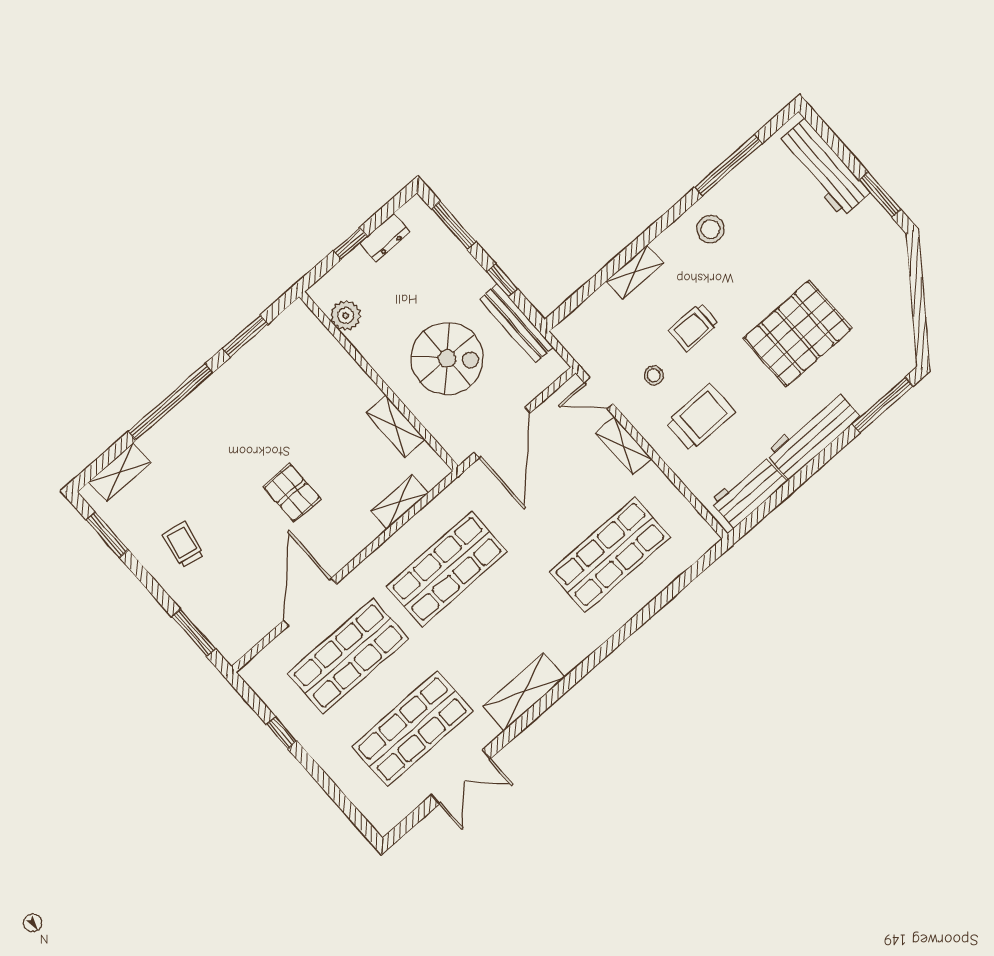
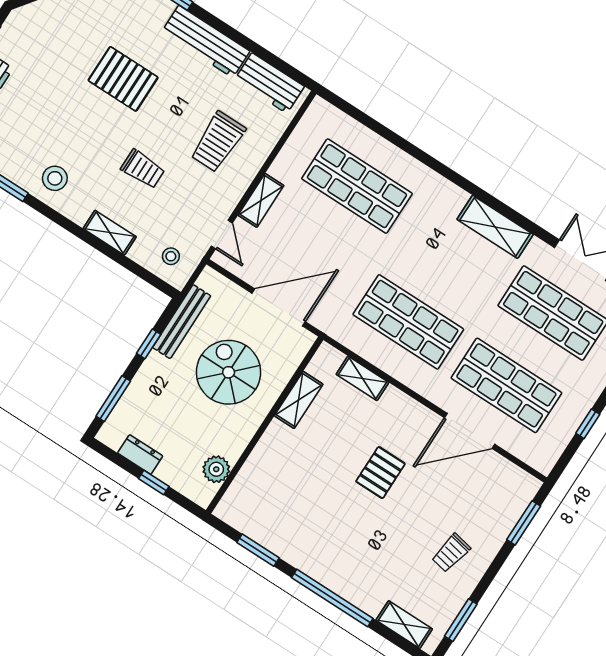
pallet: (798, 334) -> (123, 79), width x0.73, depth x0.71
stool: (654, 375) -> (171, 256), moved
trolley: (700, 417) -> (218, 142), turned -90

